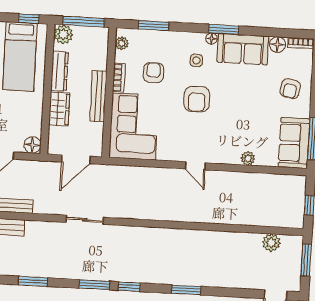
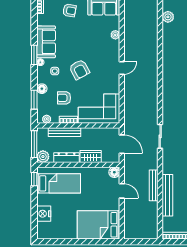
floor lamp: (278, 45) -> (42, 89), moved
bench: (98, 96) -> (65, 132), moved
armchair: (197, 99) -> (79, 69), turned 62

